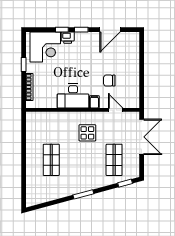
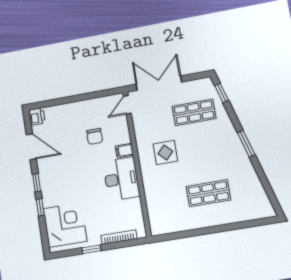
printer: (68, 38) -> (37, 116), moved
door: (116, 110) -> (127, 105), moved

